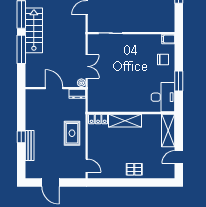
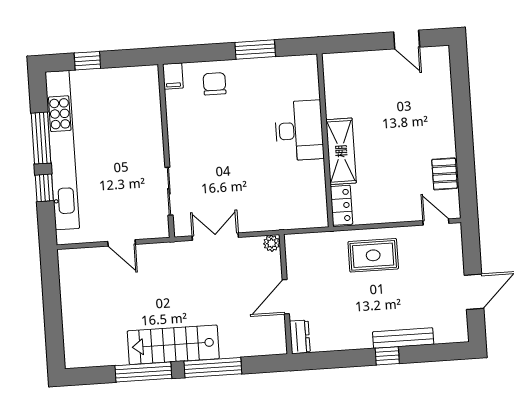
double door: (87, 66) -> (215, 237), moved
dresser: (77, 94) -> (300, 337), moved
desk: (163, 97) -> (299, 130), moved, turned 90
shelving: (168, 130) -> (355, 64), removed
door: (87, 166) -> (436, 222), hinge flipped
pallet: (134, 169) -> (445, 174), moved

